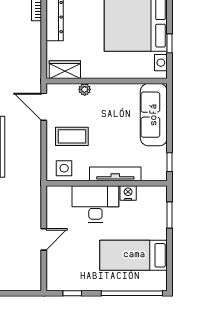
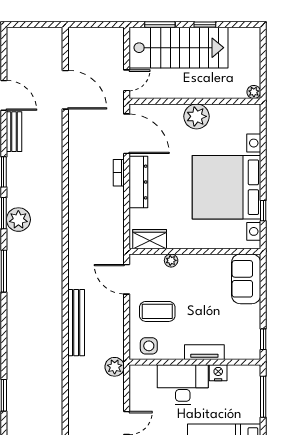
sofa: (154, 115) -> (246, 279), width x0.73
tv unit: (115, 174) -> (204, 352), width x0.71
plant: (33, 187) -> (115, 367), added
window: (169, 215) -> (263, 397), width x1.44

